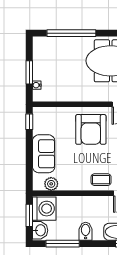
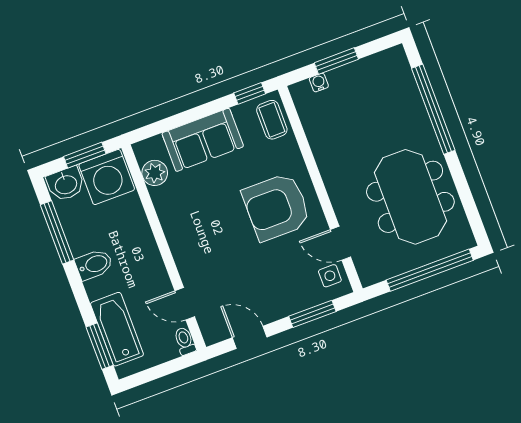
coffee table: (101, 180) -> (272, 120), moved

